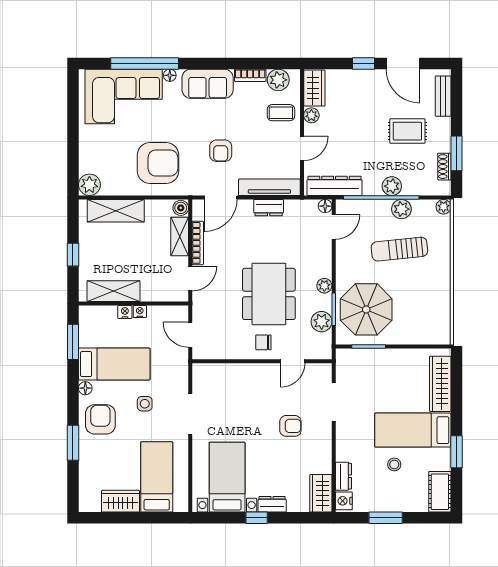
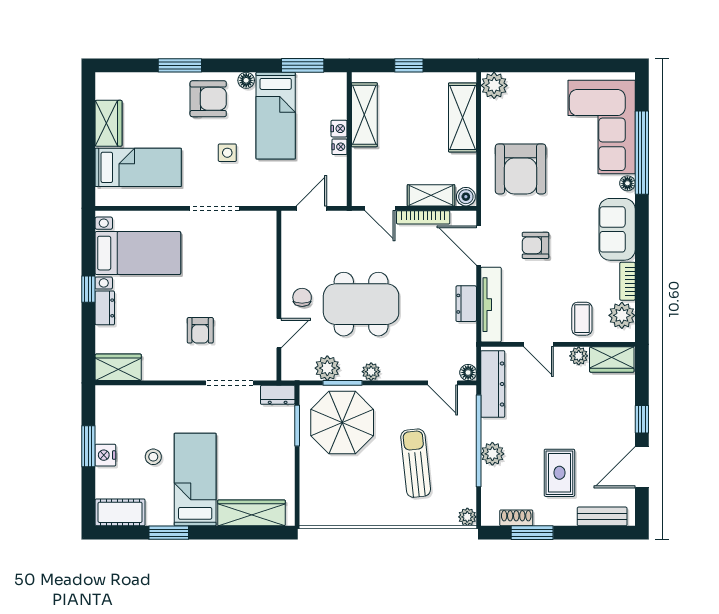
plant: (401, 209) -> (464, 466), removed
door: (293, 361) -> (279, 333), swing flipped
dresser: (343, 476) -> (278, 395), moved
nightstand: (344, 501) -> (105, 455), moved, turned -90

